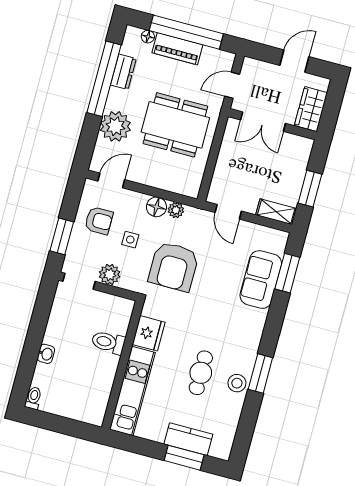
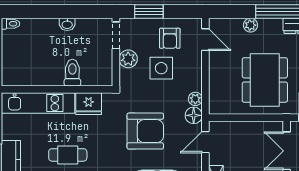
plant: (115, 126) -> (250, 25), width x0.53, depth x0.53
floor lamp: (156, 207) -> (194, 115), moved
side table: (130, 240) -> (161, 68), width x1.87, depth x1.87
armchair: (174, 267) -> (145, 131), moved, turned 180
washbasin: (46, 354) -> (67, 24), moved

